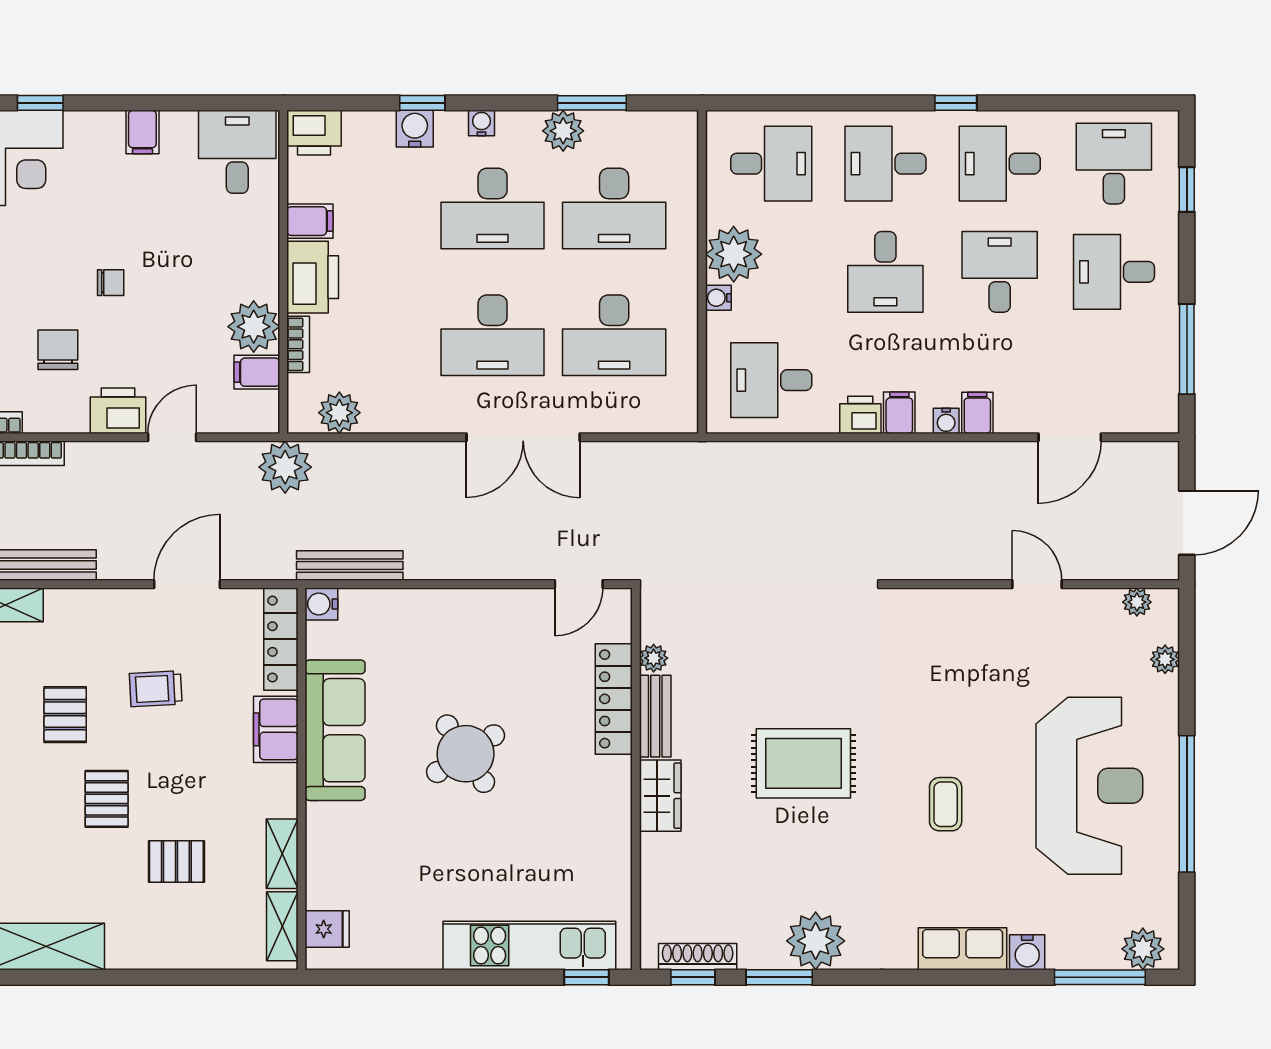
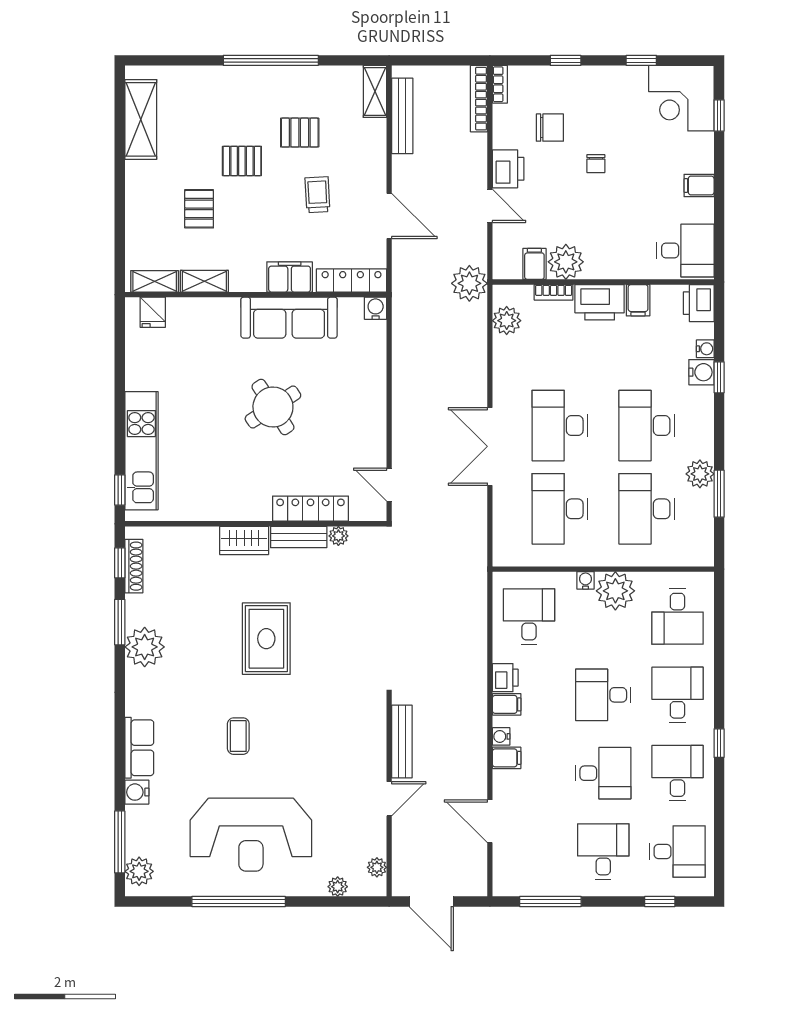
water cooler: (481, 123) -> (705, 349), moved
bench: (350, 566) -> (402, 742), moved
coffee table: (946, 804) -> (238, 736), turned 90

